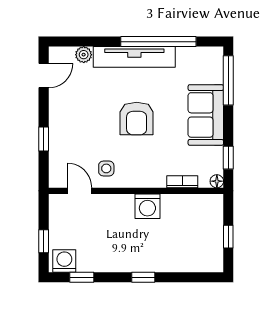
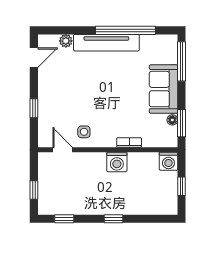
armchair: (137, 118) -> (108, 92), removed
window: (228, 158) -> (182, 123), width x1.50
floor lamp: (217, 181) -> (172, 120), moved
bookcase: (182, 182) -> (129, 142), moved
washing machine: (64, 261) -> (168, 161), moved, turned 180

